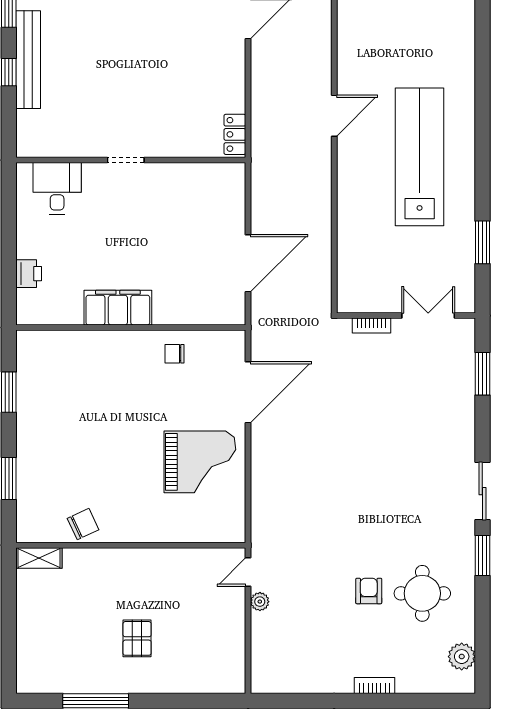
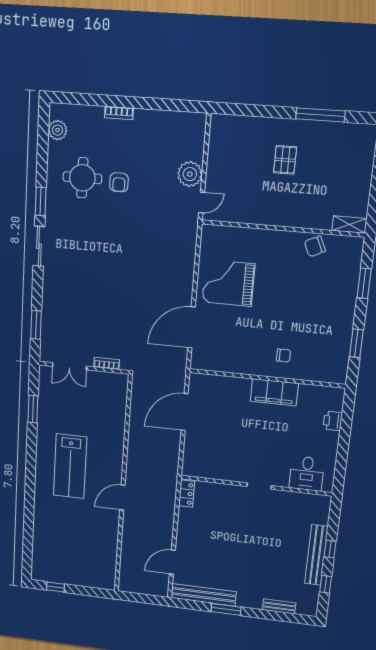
lab bench: (420, 157) -> (70, 466), width x0.73
chair: (174, 354) -> (283, 356), moved
plant: (260, 602) -> (190, 174), width x1.88, depth x1.88

